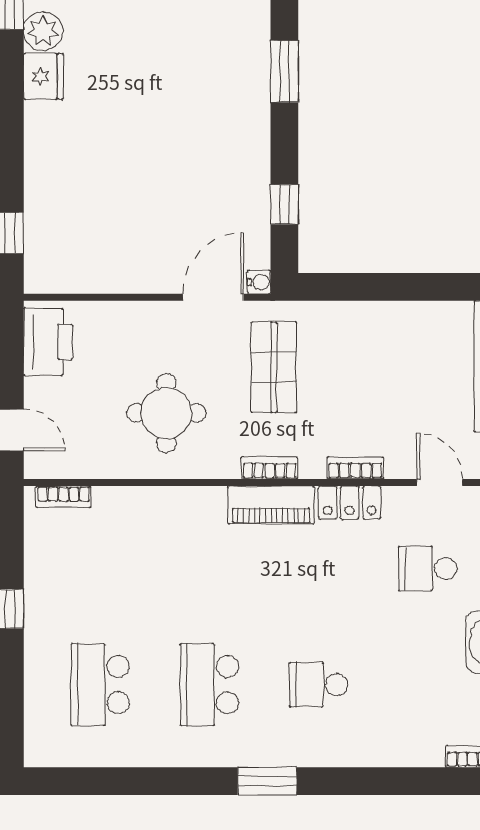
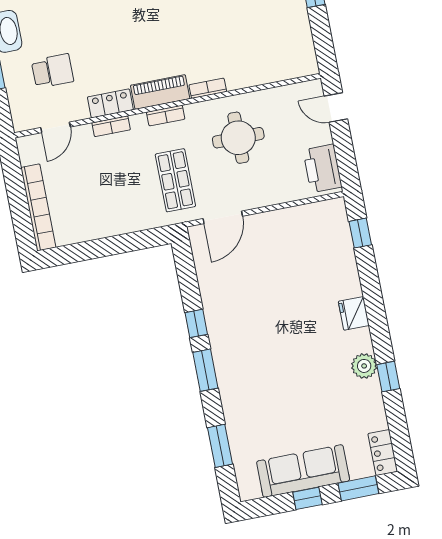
fridge: (43, 76) -> (354, 313), moved
window: (284, 204) -> (196, 323), moved
water cooler: (259, 282) -> (195, 233), removed
door: (440, 482) -> (56, 127), hinge flipped
bookcase: (64, 497) -> (208, 88), moved

